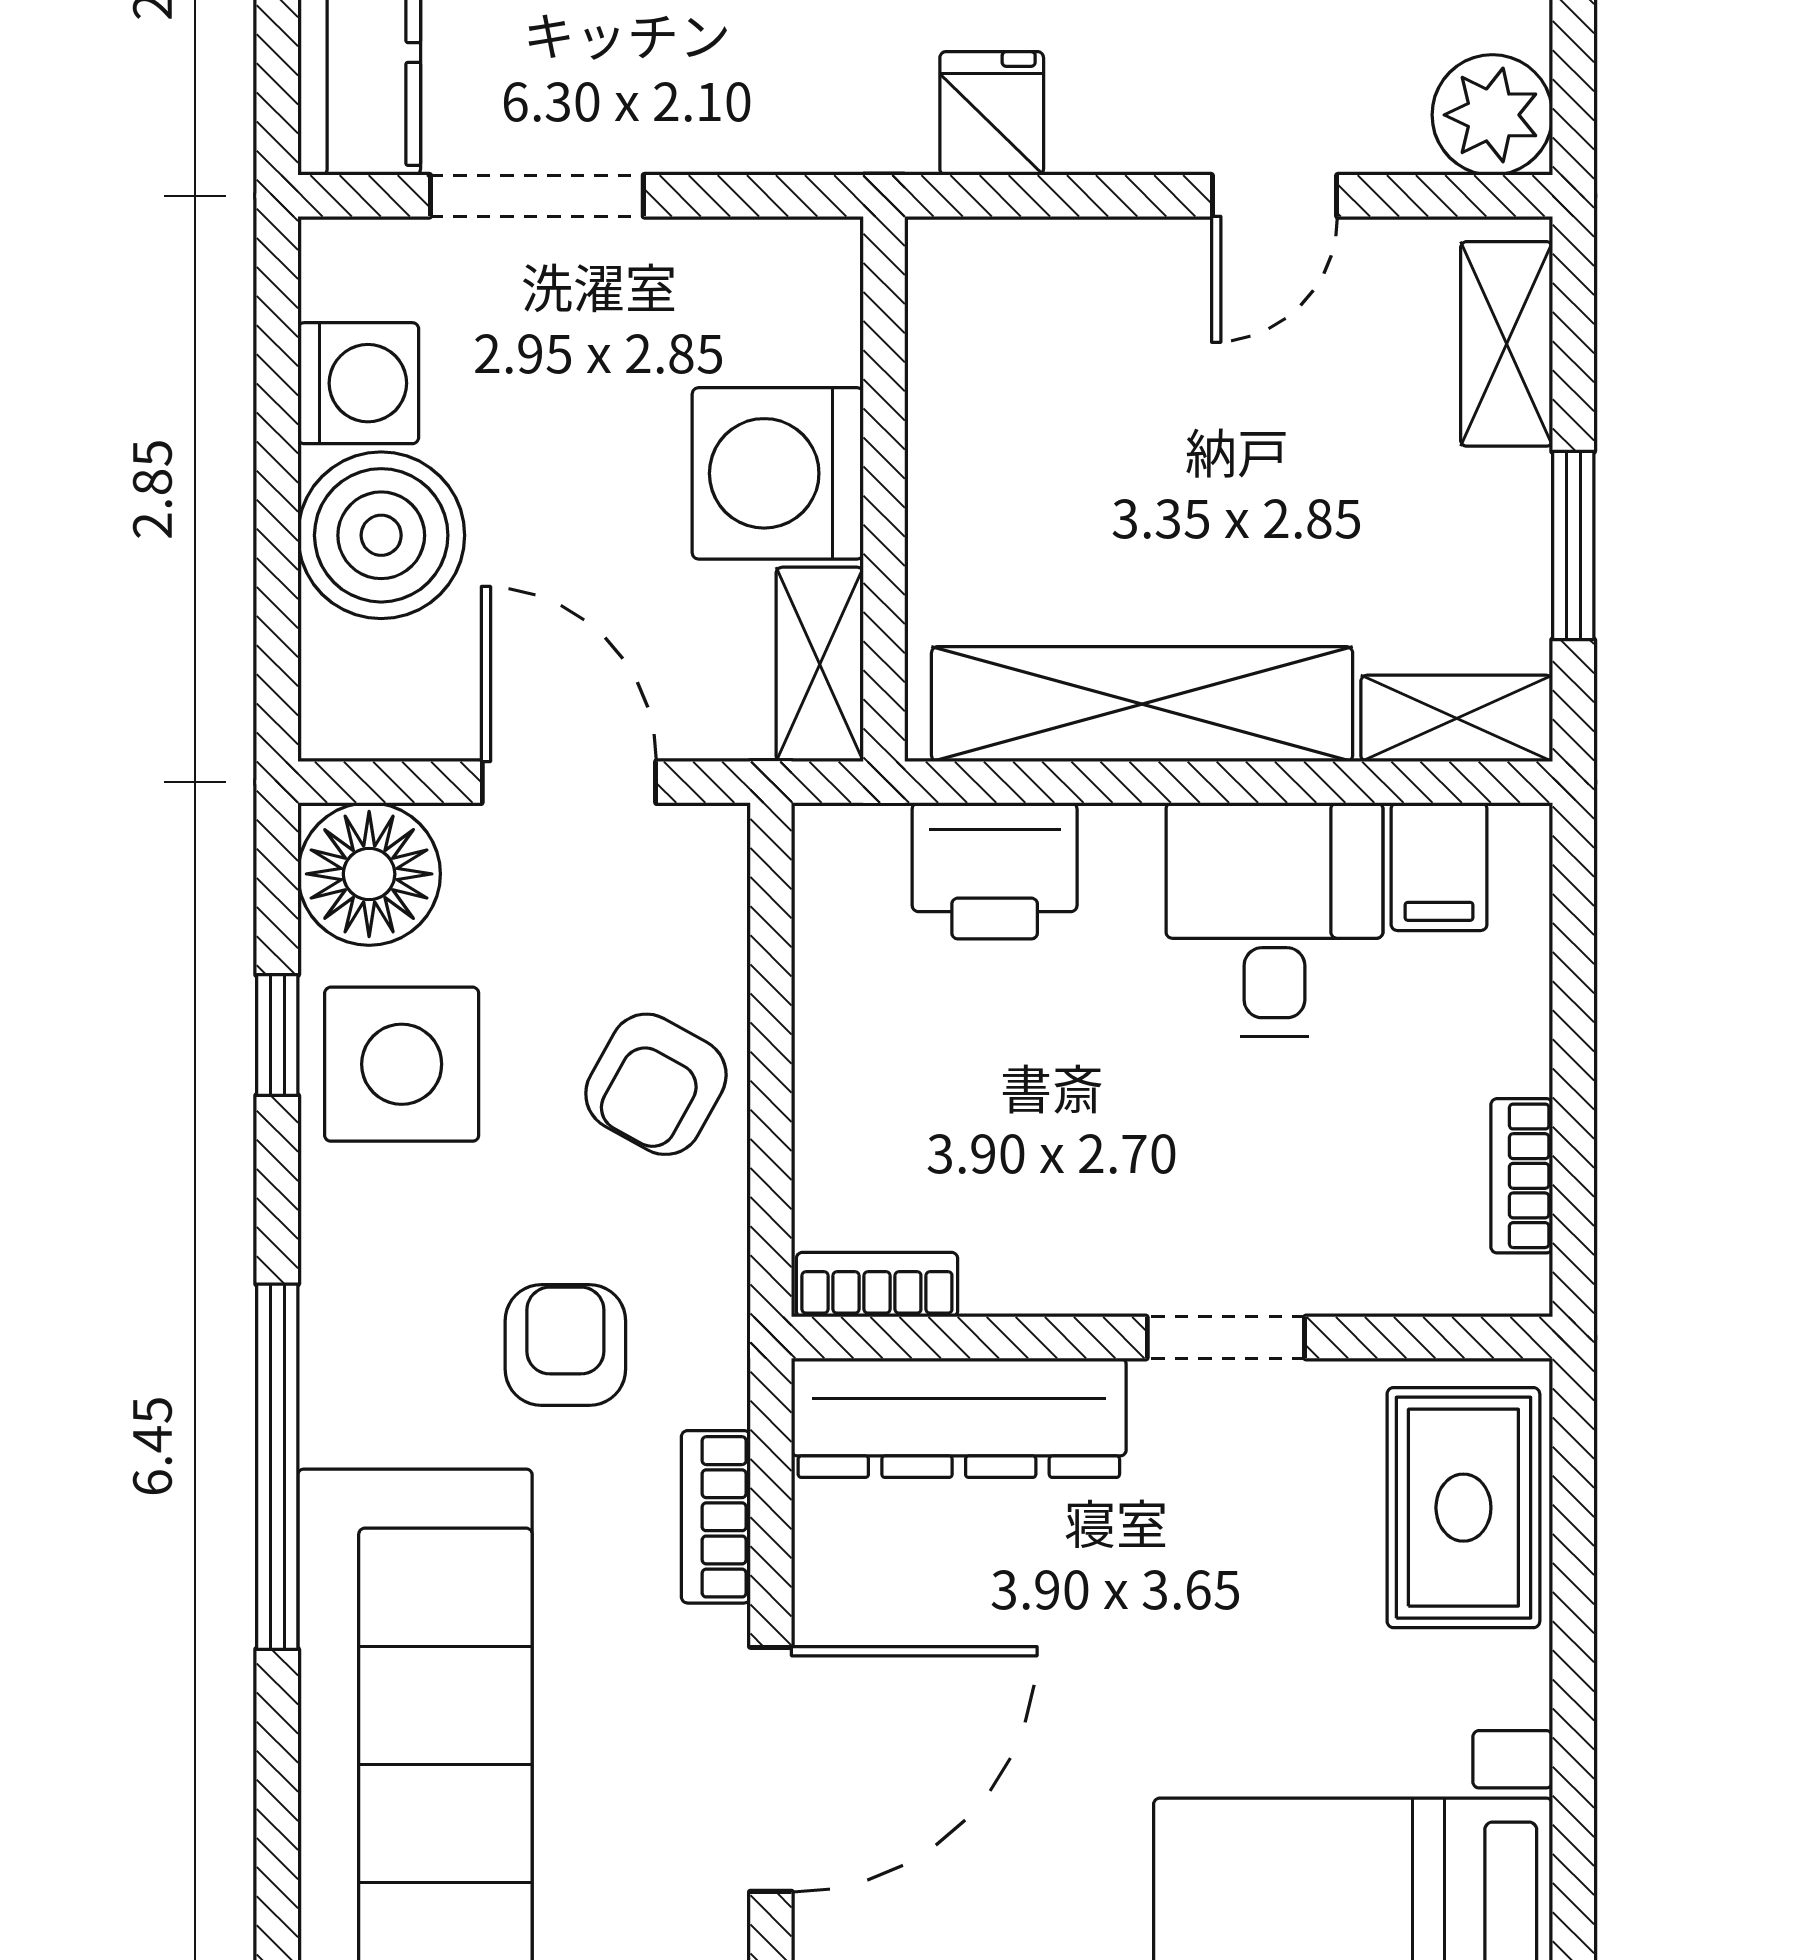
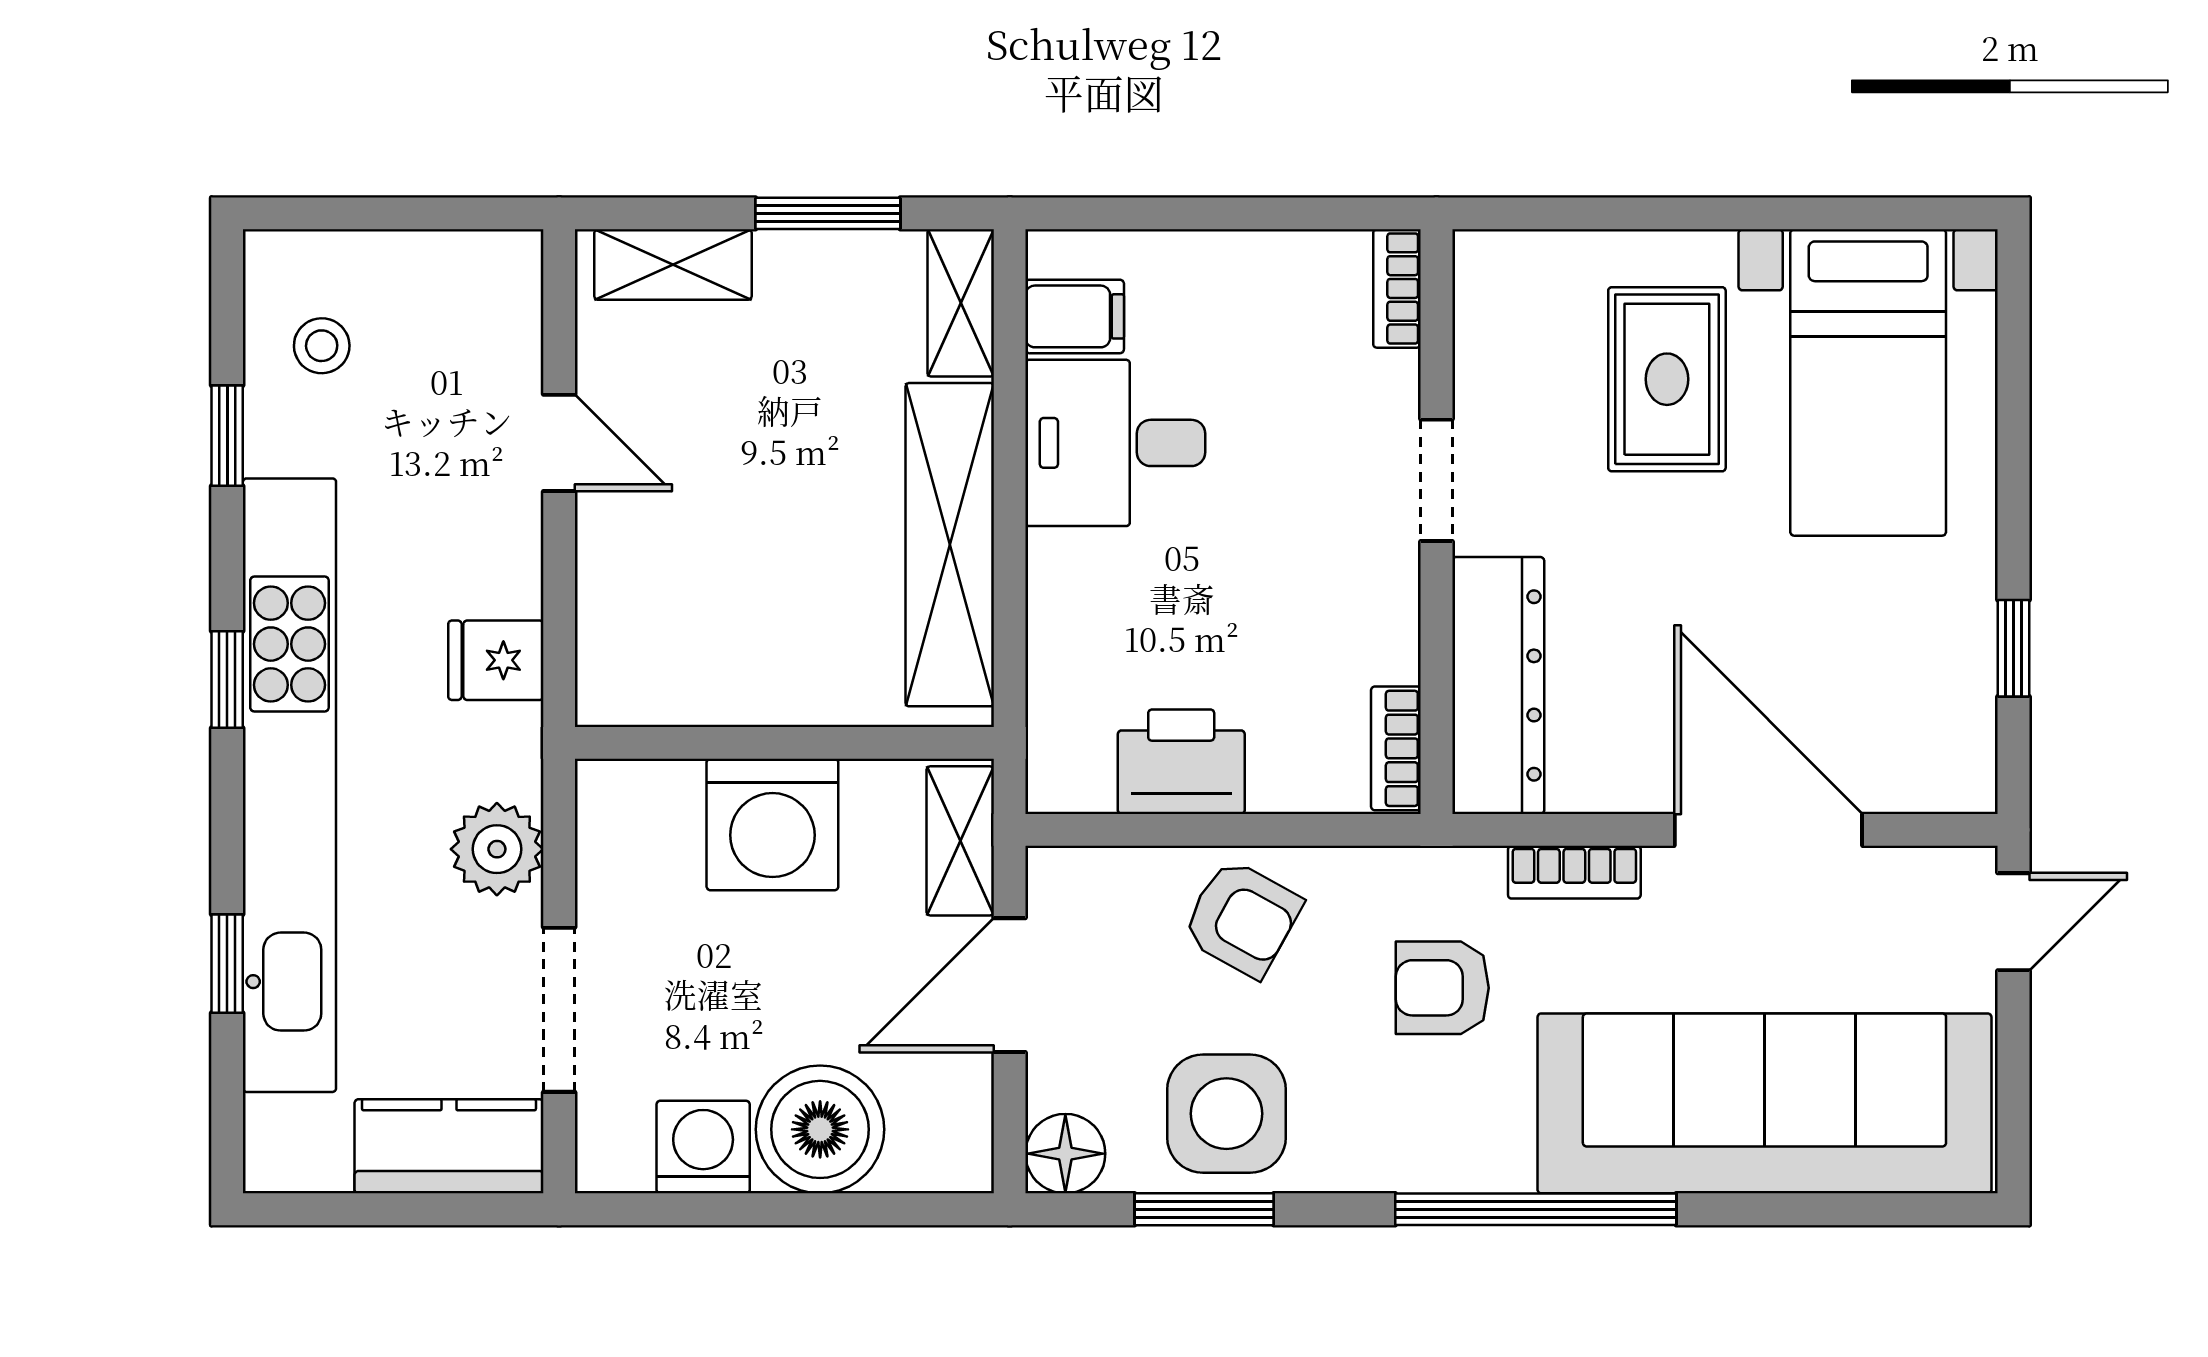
plant: (1492, 115) -> (497, 849), moved
shelving: (820, 664) -> (960, 841), moved, turned 90
printer: (995, 871) -> (1181, 762), moved, turned -90
floor lamp: (369, 874) -> (1065, 1154), width x0.73, depth x0.73
window: (277, 1035) -> (1204, 1209), width x1.50
bookcase: (1522, 1176) -> (1397, 288), moved, turned 90
rug: (1463, 1508) -> (1667, 379), moved, turned 90

